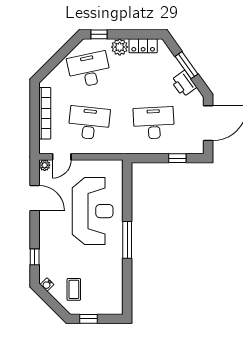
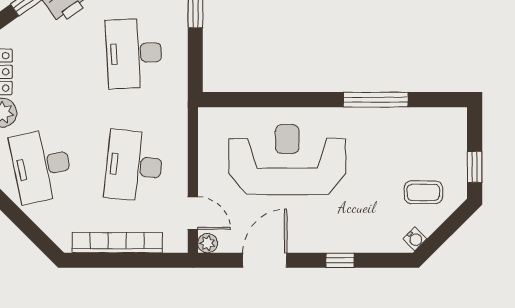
window: (127, 240) -> (376, 100), moved
window: (35, 257) -> (340, 260), moved

